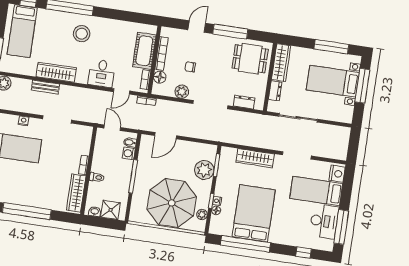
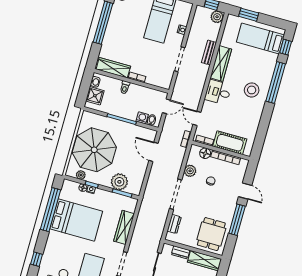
desk: (102, 73) -> (218, 92), moved

